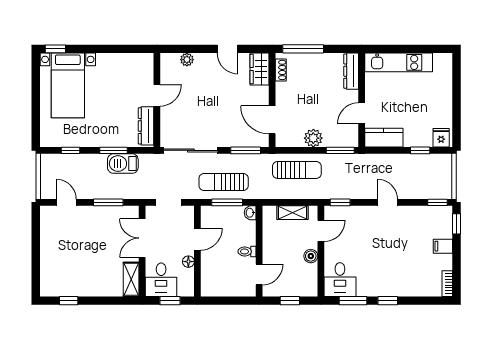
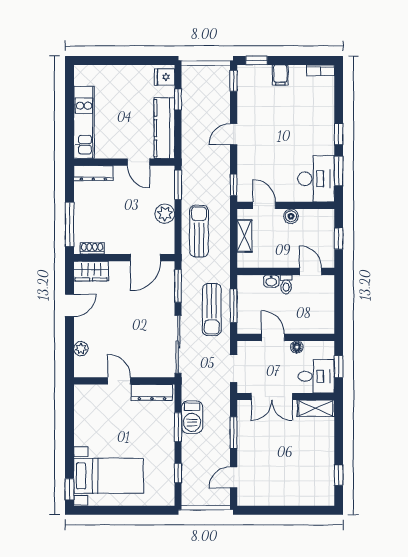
kitchen counter: (384, 138) -> (164, 128), width x1.50
washbasin: (250, 213) -> (271, 281), moved
desk: (340, 280) -> (316, 179), width x1.37

